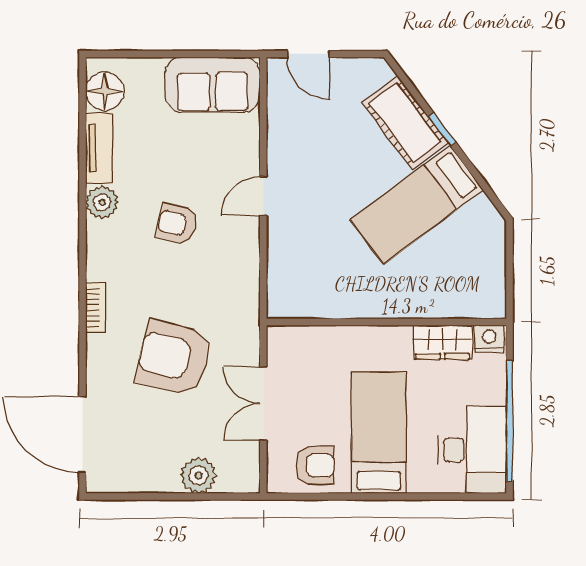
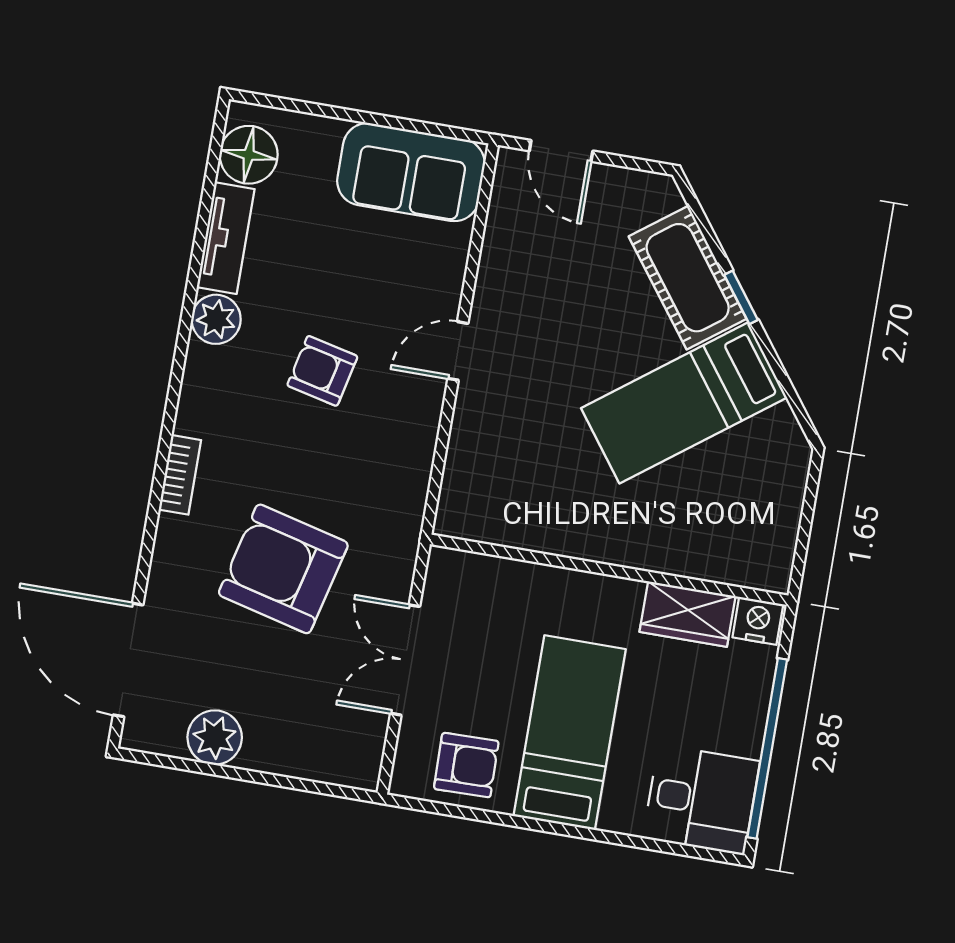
desk: (472, 450) -> (701, 800), width x0.73
plant: (198, 475) -> (215, 737), moved

